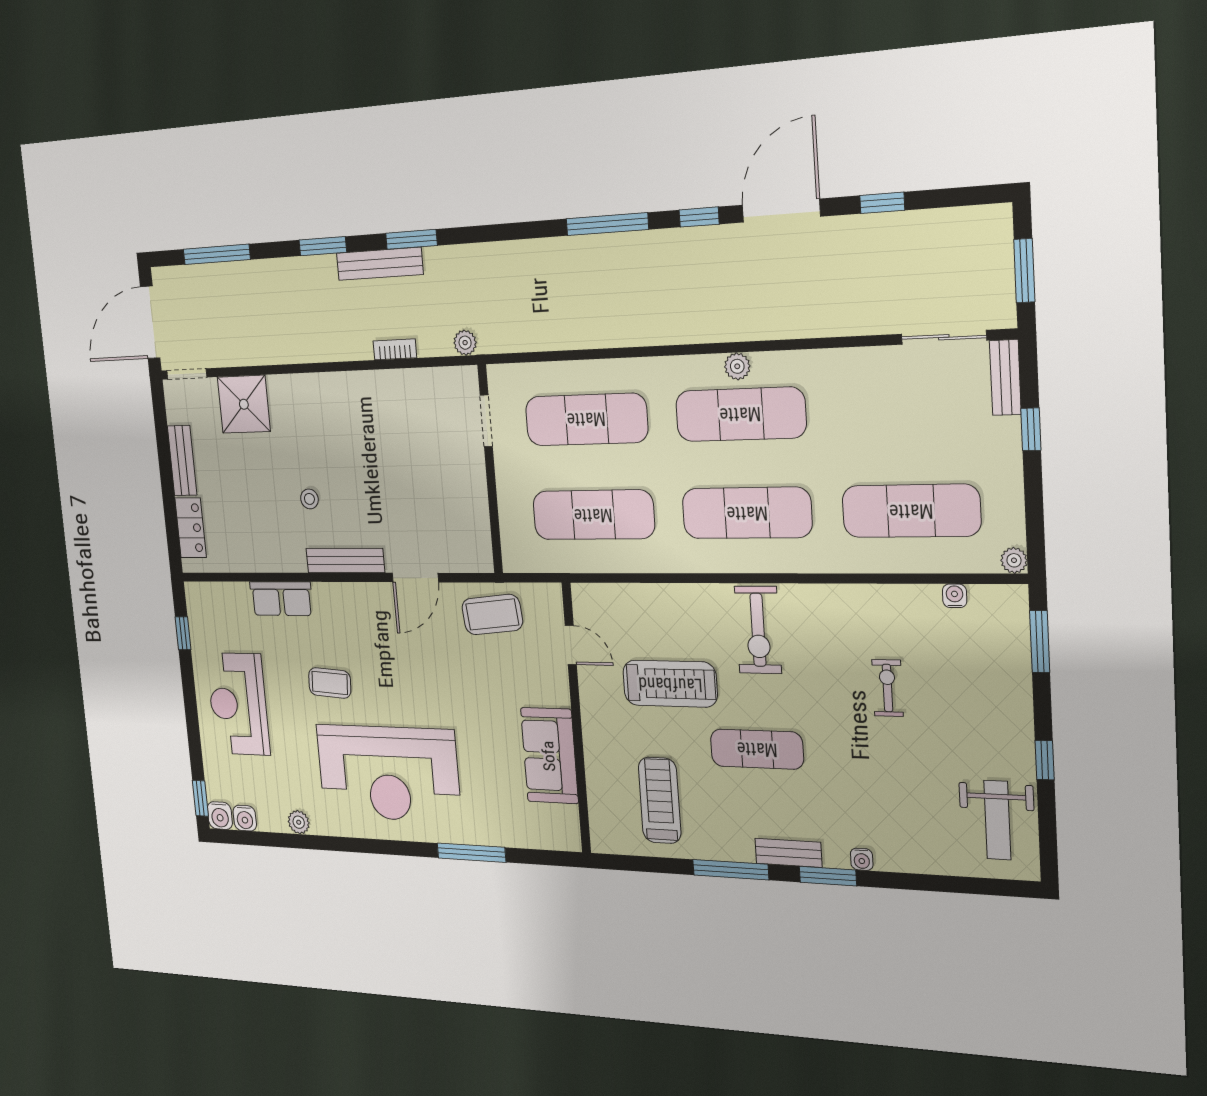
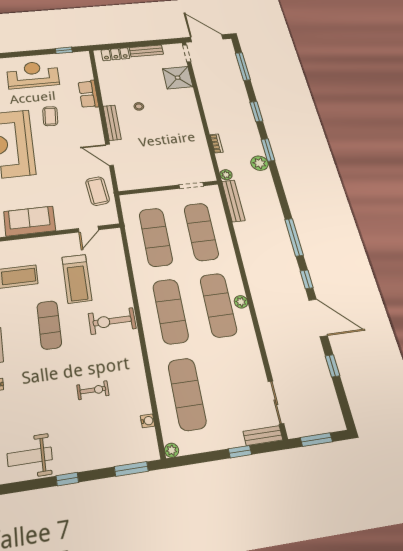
bench: (380, 264) -> (233, 201), moved
plant: (441, 264) -> (260, 163), added

